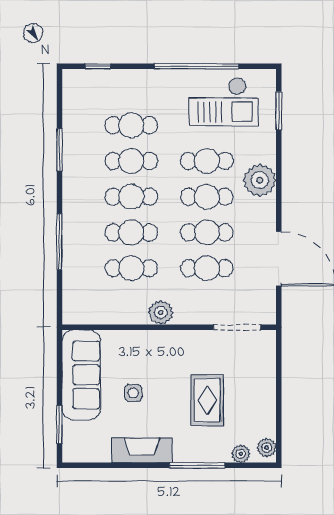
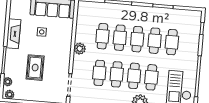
rug: (207, 400) -> (35, 68), turned 90

